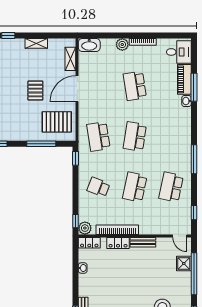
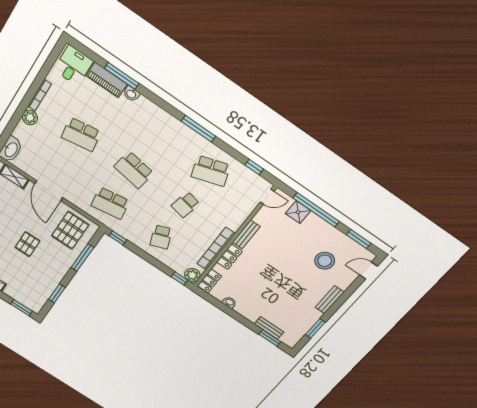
pallet: (35, 91) -> (27, 244), moved, turned 90
school desk: (98, 187) -> (161, 237), turned -42
school desk: (135, 187) -> (185, 205), width x0.54
school desk: (171, 187) -> (211, 171), turned -30

